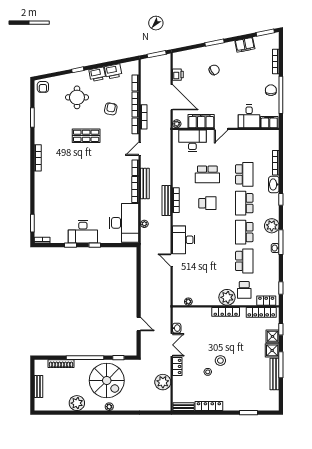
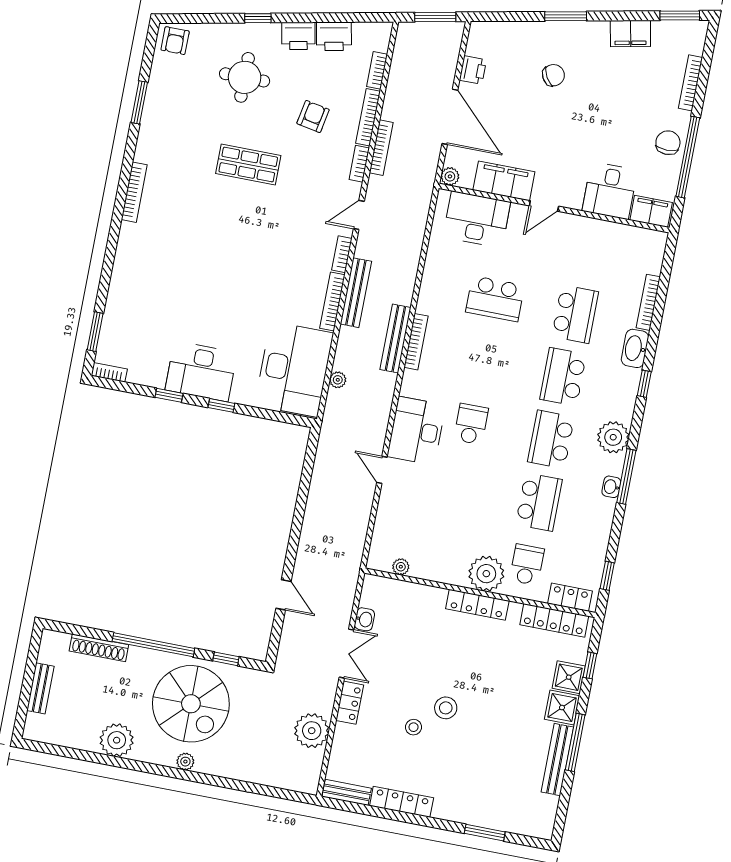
school desk: (207, 203) -> (471, 424), moved, turned -90
school desk: (244, 290) -> (527, 565), turned 180

